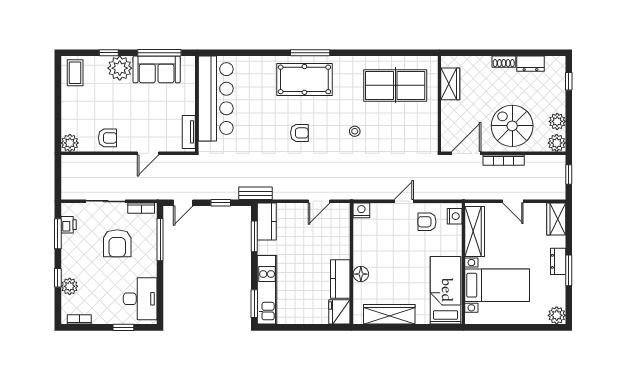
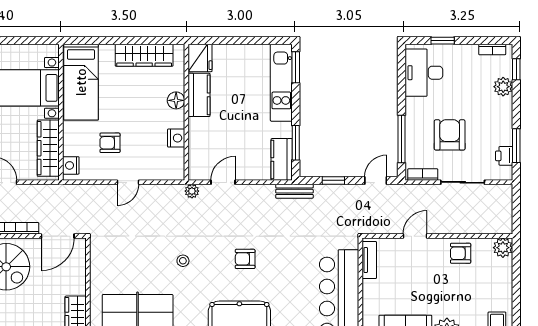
plant: (347, 193) -> (192, 191), added
nightstand: (361, 210) -> (176, 138), moved, turned -90
armchair: (427, 222) -> (110, 143), moved, turned 180
window: (58, 278) -> (516, 69), moved

